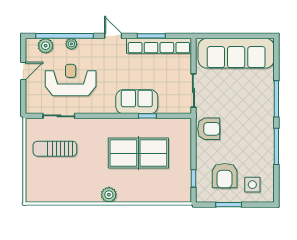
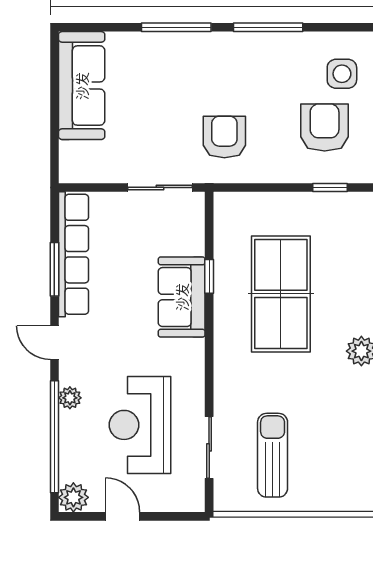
door: (113, 36) -> (54, 343), hinge flipped
plant: (71, 44) -> (70, 398), moved
plant: (46, 46) -> (73, 497), moved
sofa: (236, 53) -> (82, 86), width x0.74, depth x0.79
armchair: (209, 129) -> (224, 137), moved
sun lounger: (55, 149) -> (273, 455), turned 180
armchair: (225, 176) -> (325, 128), turned -90

